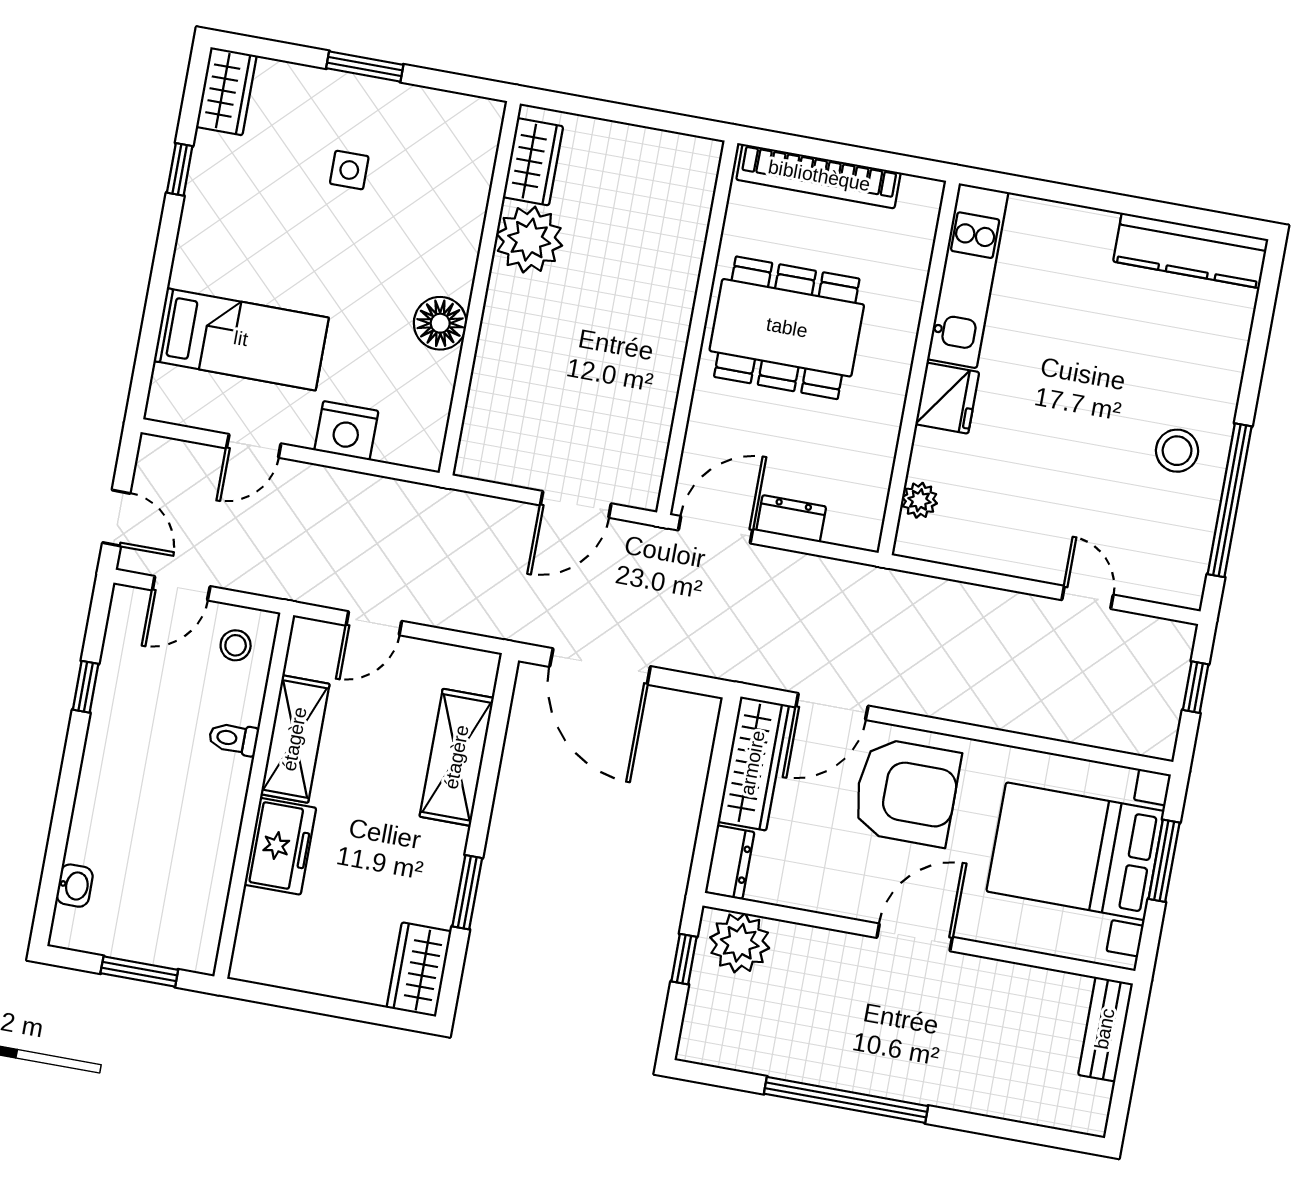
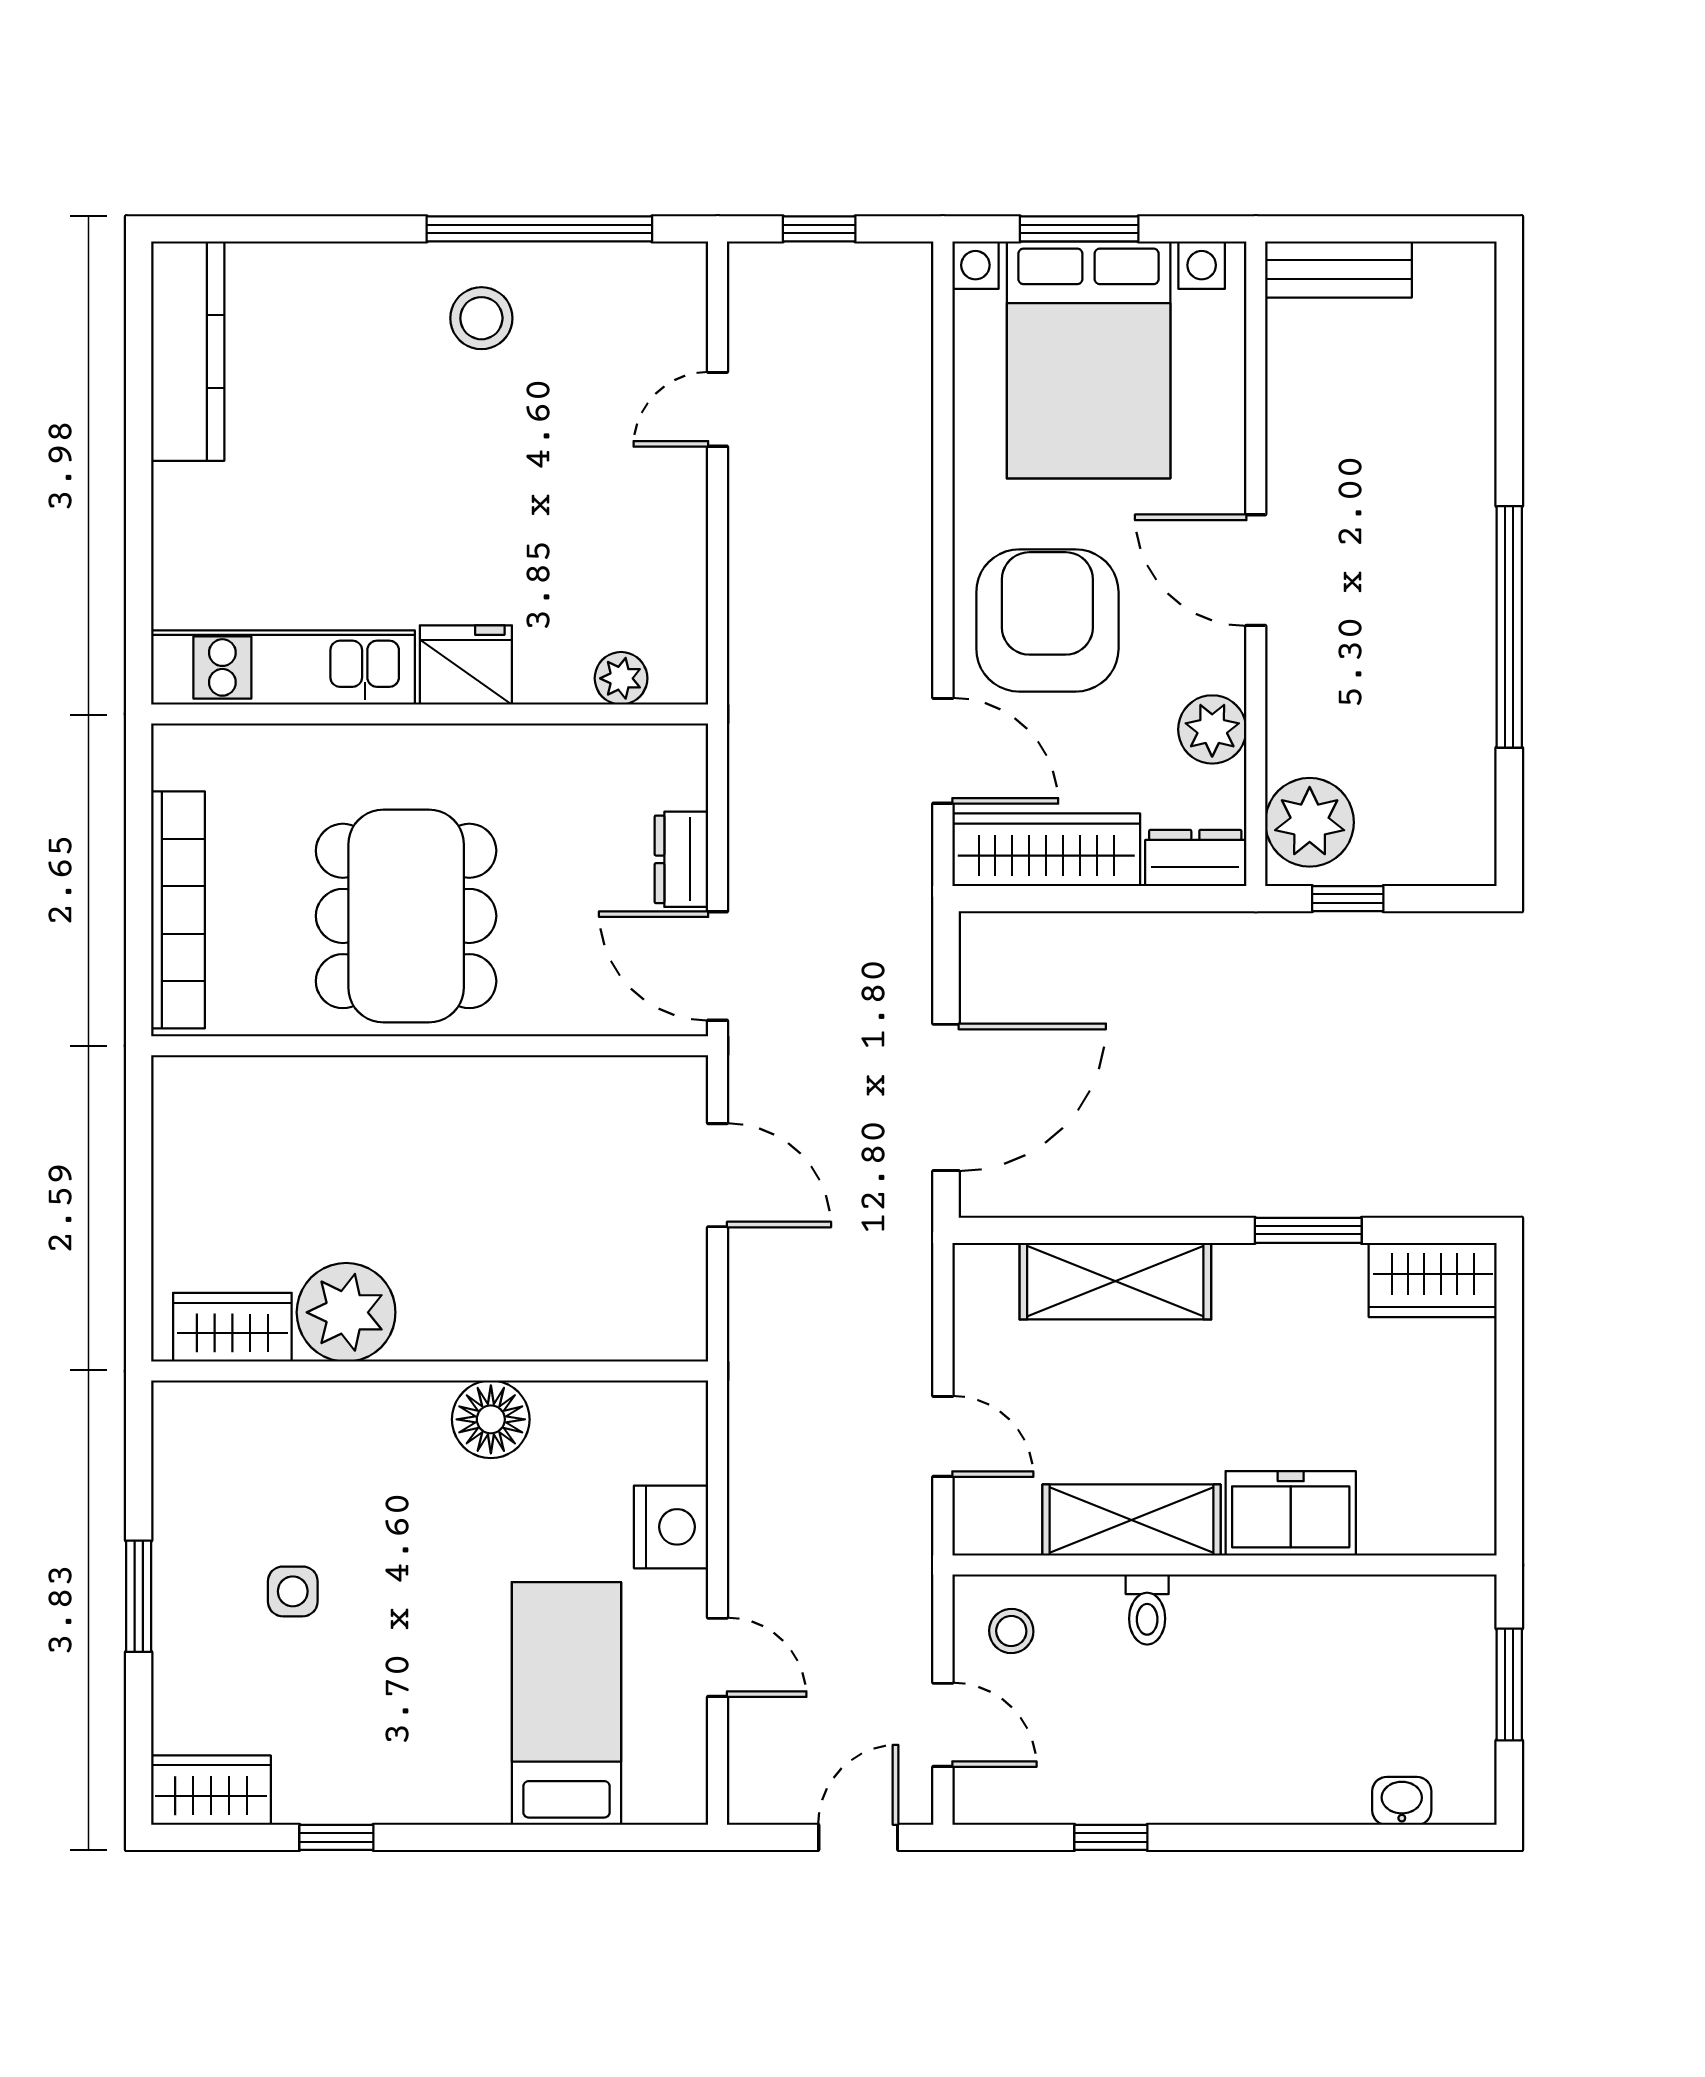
plant: (814, 889) -> (1212, 729), added

